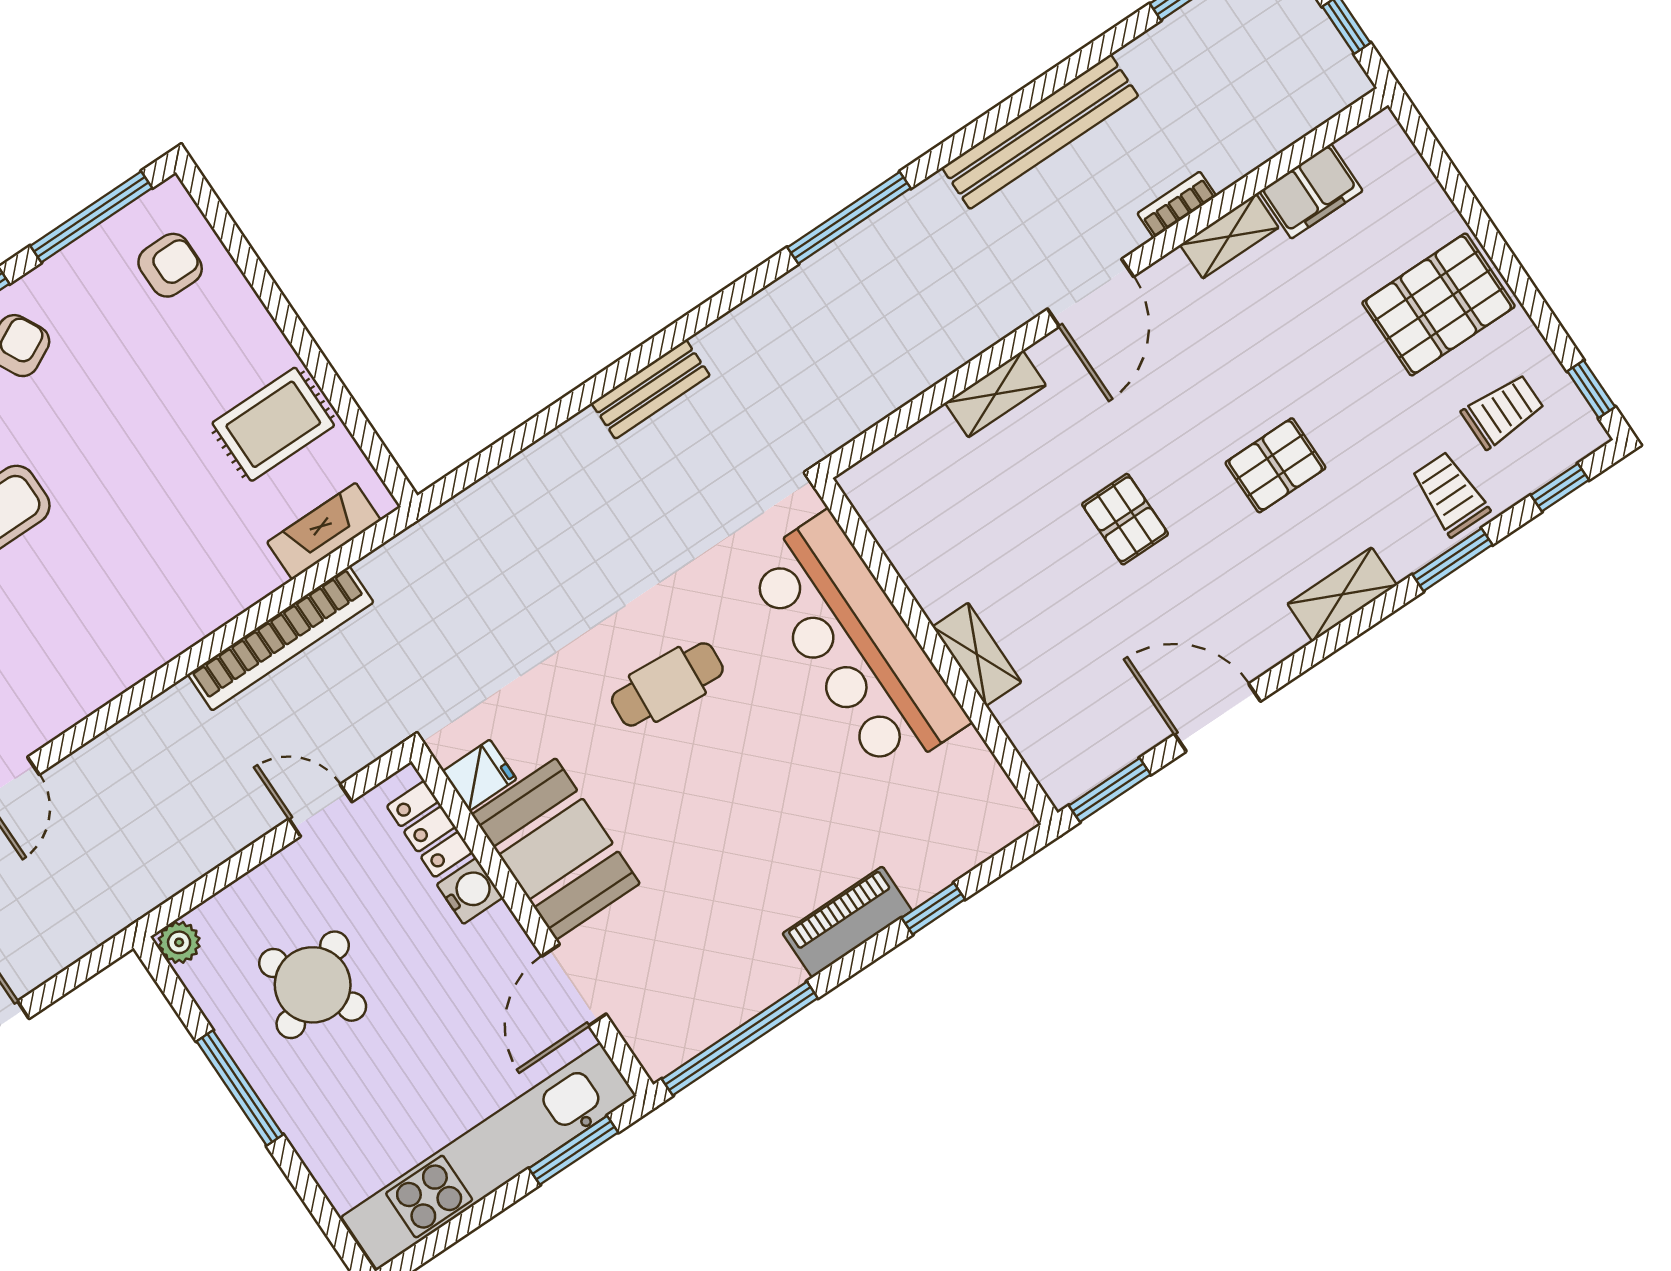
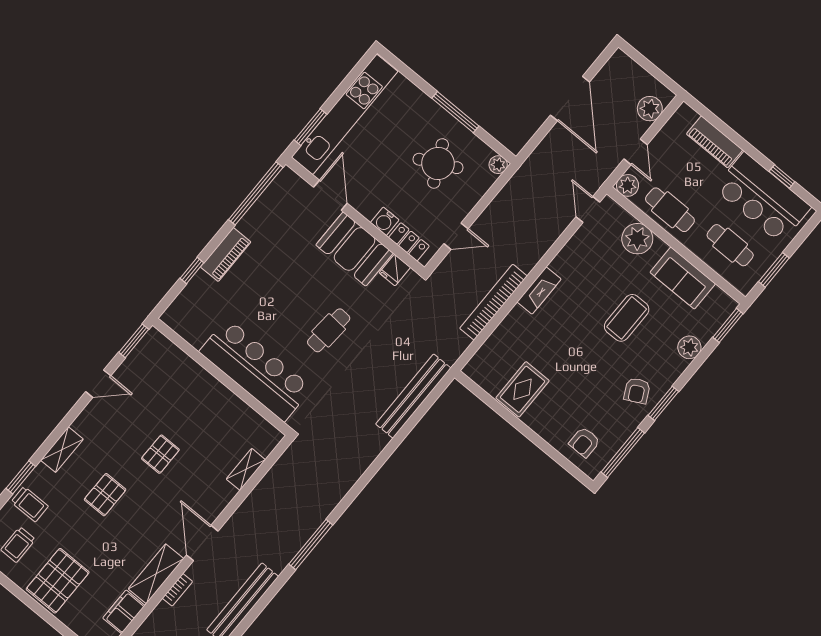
shelving: (1229, 236) -> (156, 574), width x1.50, depth x1.33
bench: (651, 389) -> (413, 396), moved, width x1.86, depth x1.21
shelving: (995, 394) -> (246, 469), moved
pallet: (1125, 519) -> (160, 454), turned 90
fireplace: (324, 531) -> (539, 291), moved
shelving: (977, 654) -> (205, 380), removed
door: (1217, 718) -> (98, 384), width x0.73

